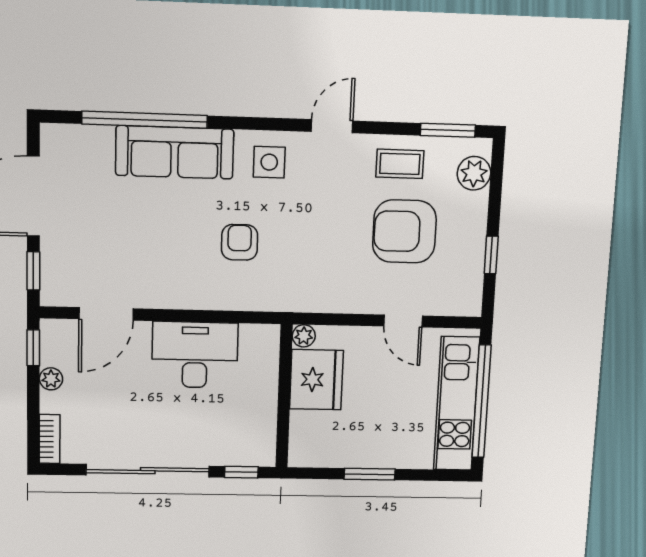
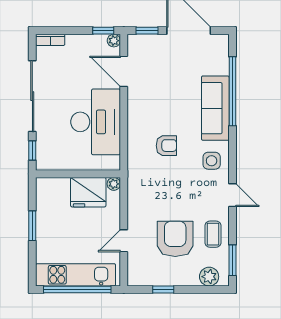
desk: (195, 355) -> (96, 122), width x1.36, depth x1.30
plant: (51, 379) -> (114, 41), moved

